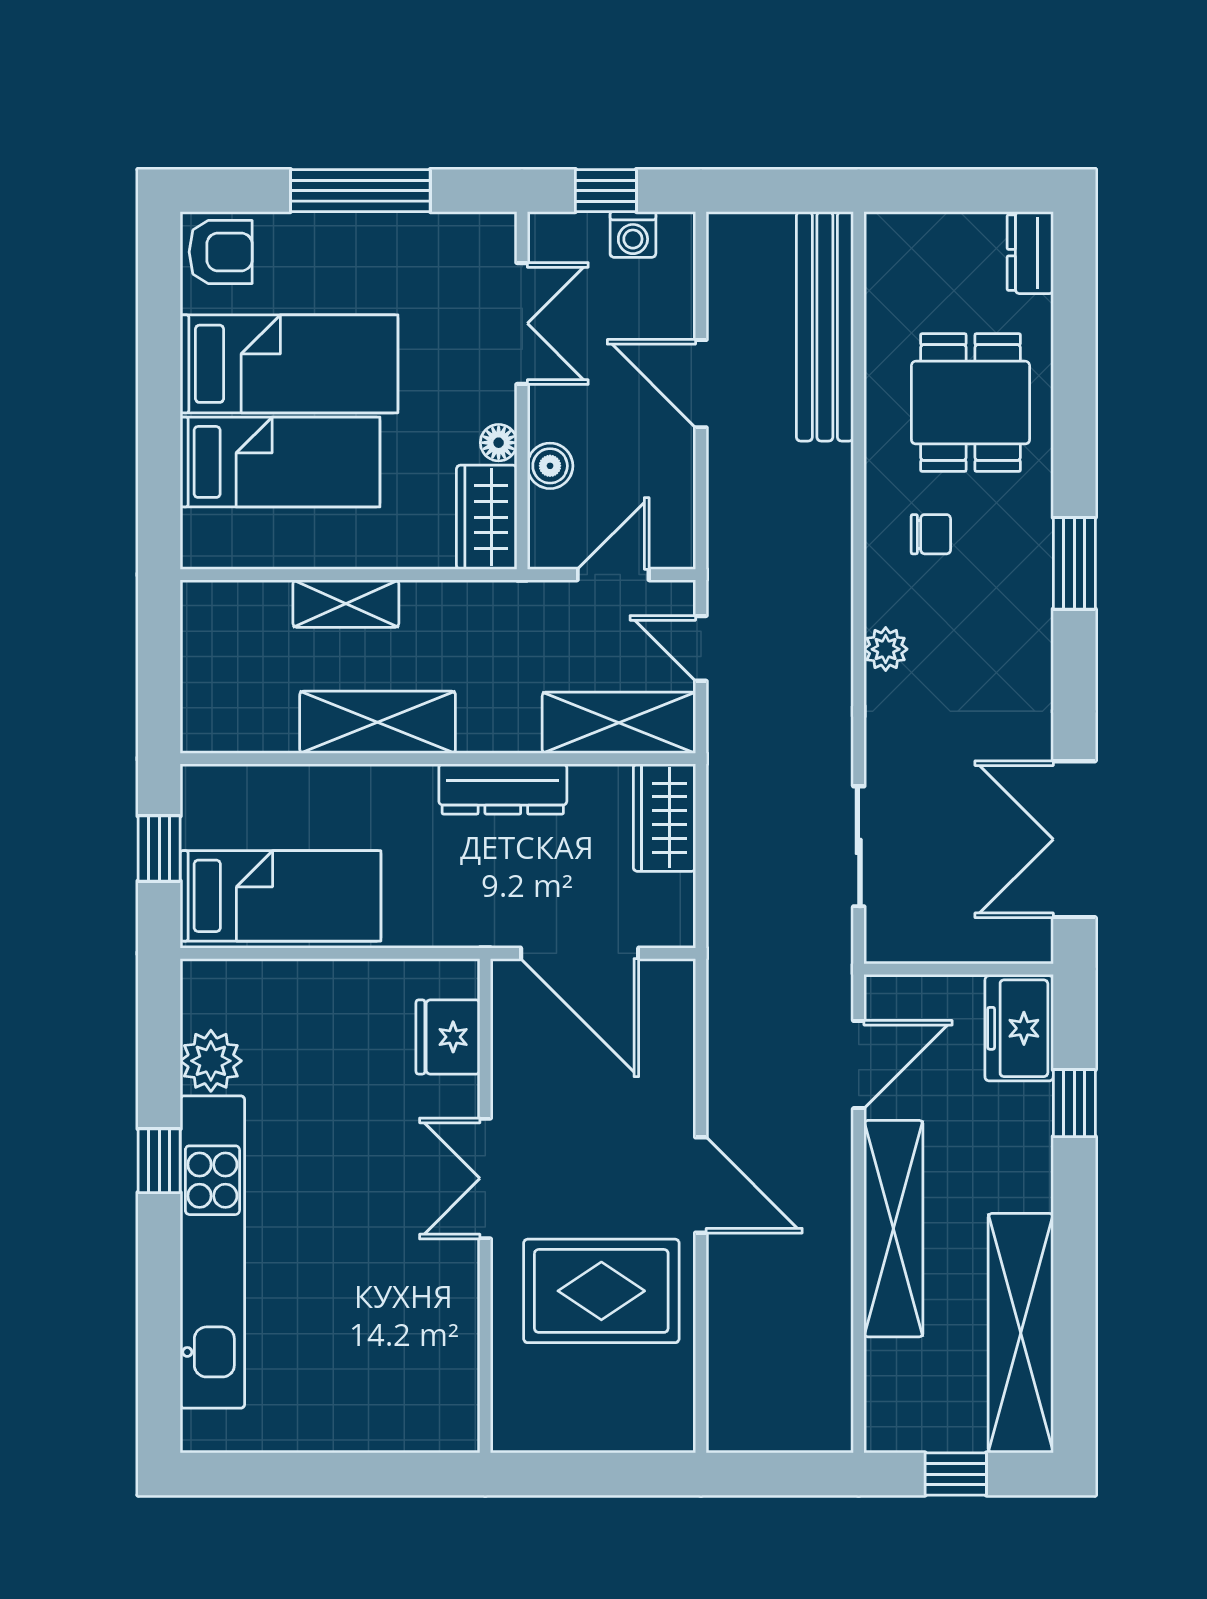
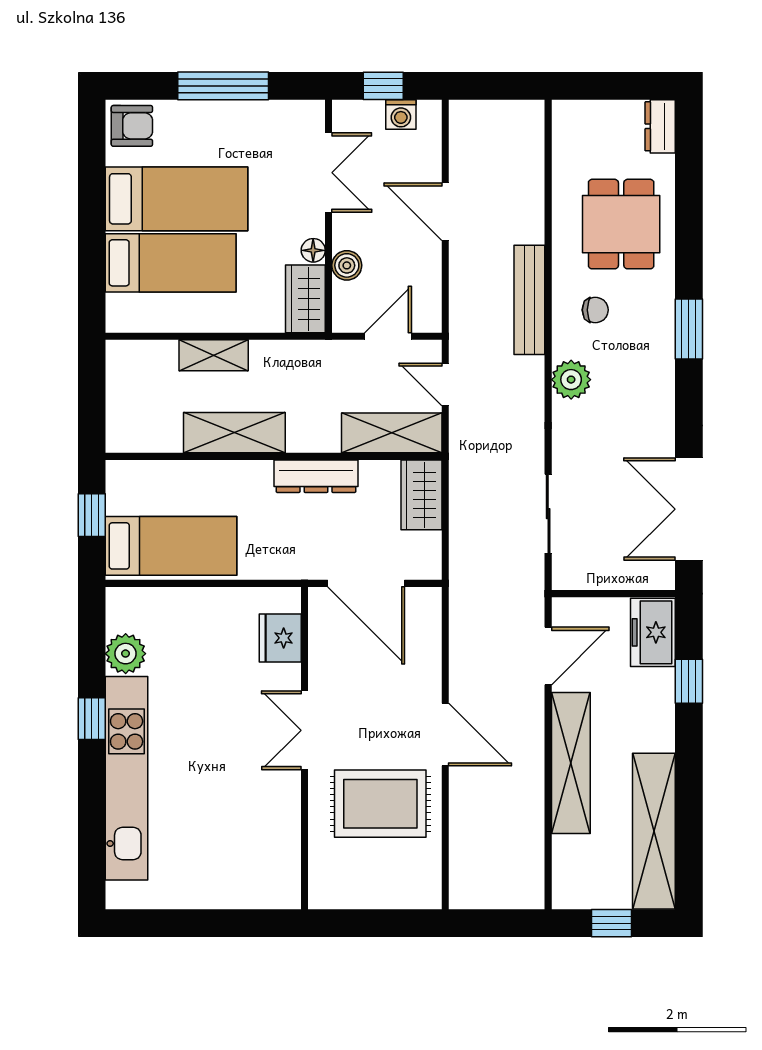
bench: (825, 326) -> (529, 300), moved, width x0.73, depth x0.82
plant: (886, 649) -> (571, 380), width x1.38, depth x1.38

